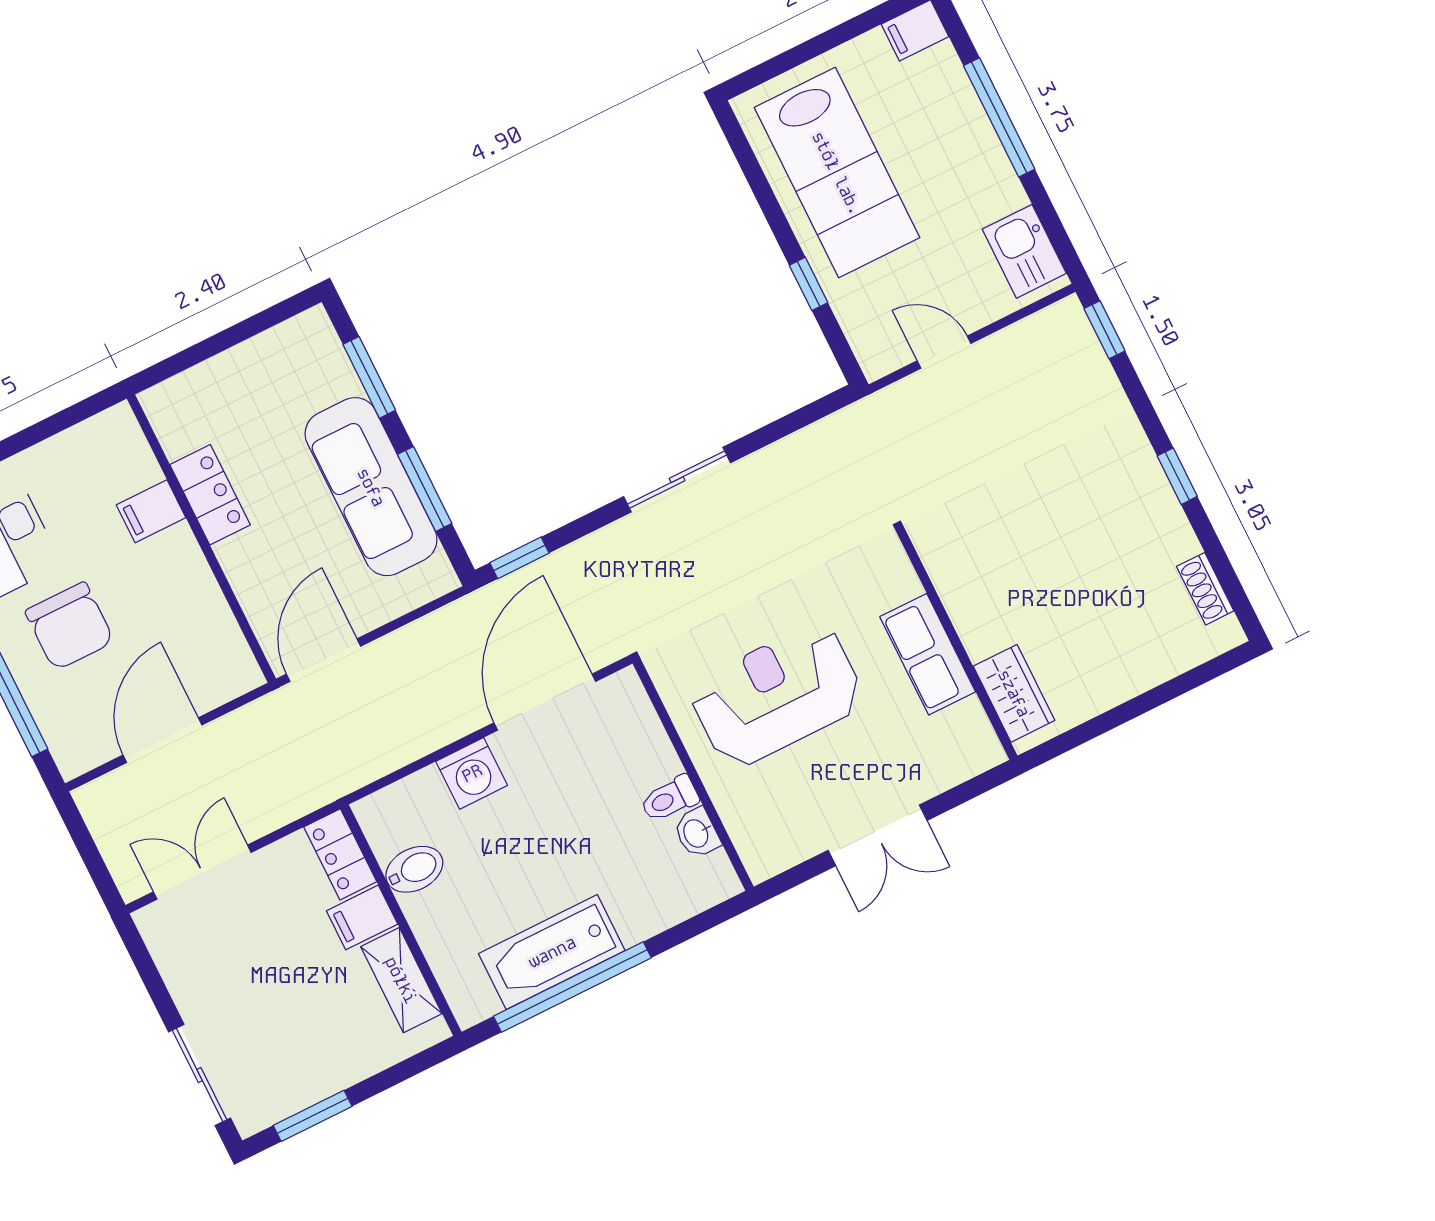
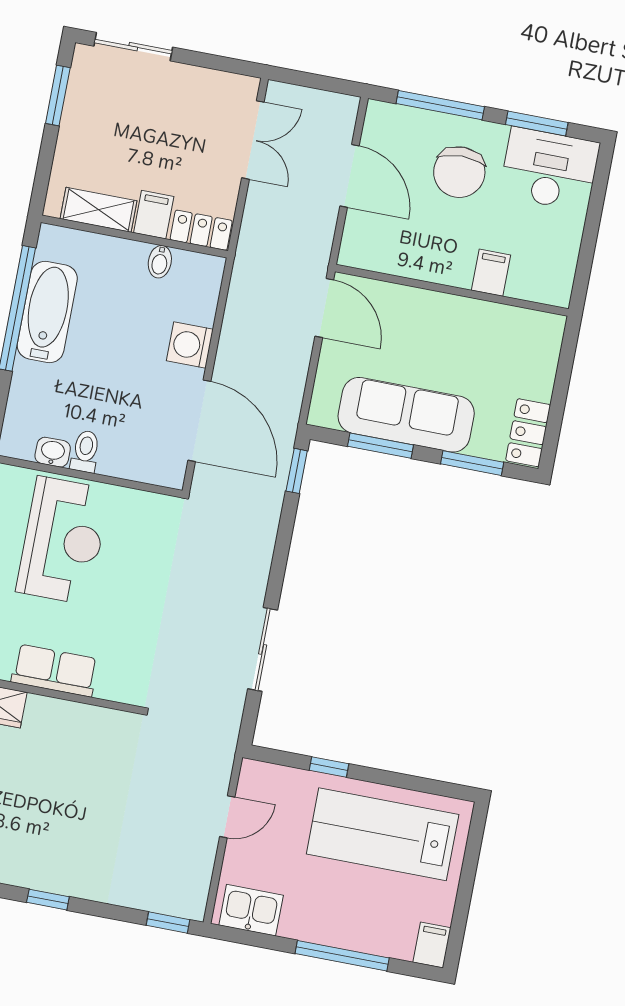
sliding door: (677, 480) -> (263, 649), moved
locker: (210, 495) -> (528, 433), moved, turned 90
chair: (70, 626) -> (459, 172), turned -90
reception desk: (777, 695) -> (63, 541), moved
bidet: (414, 869) -> (160, 262), width x0.72, depth x0.74

